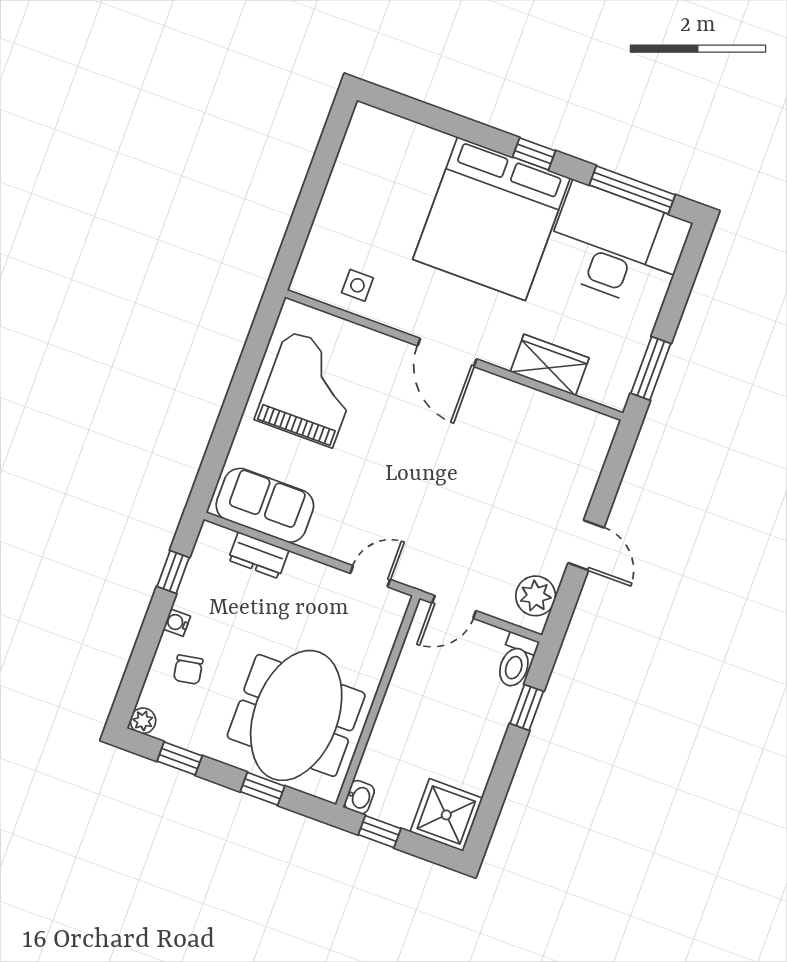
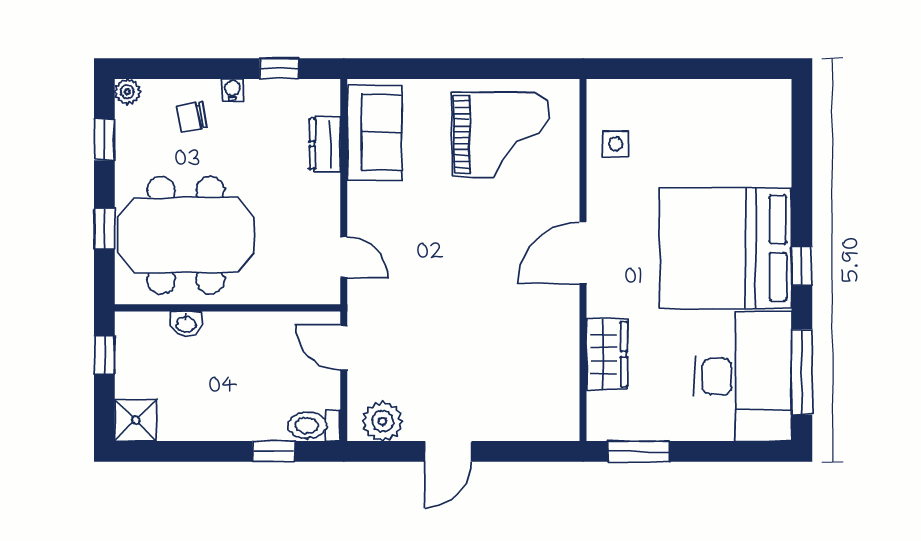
washbasin: (359, 797) -> (186, 324), moved
shower: (446, 815) -> (136, 420), width x0.73, depth x0.73

